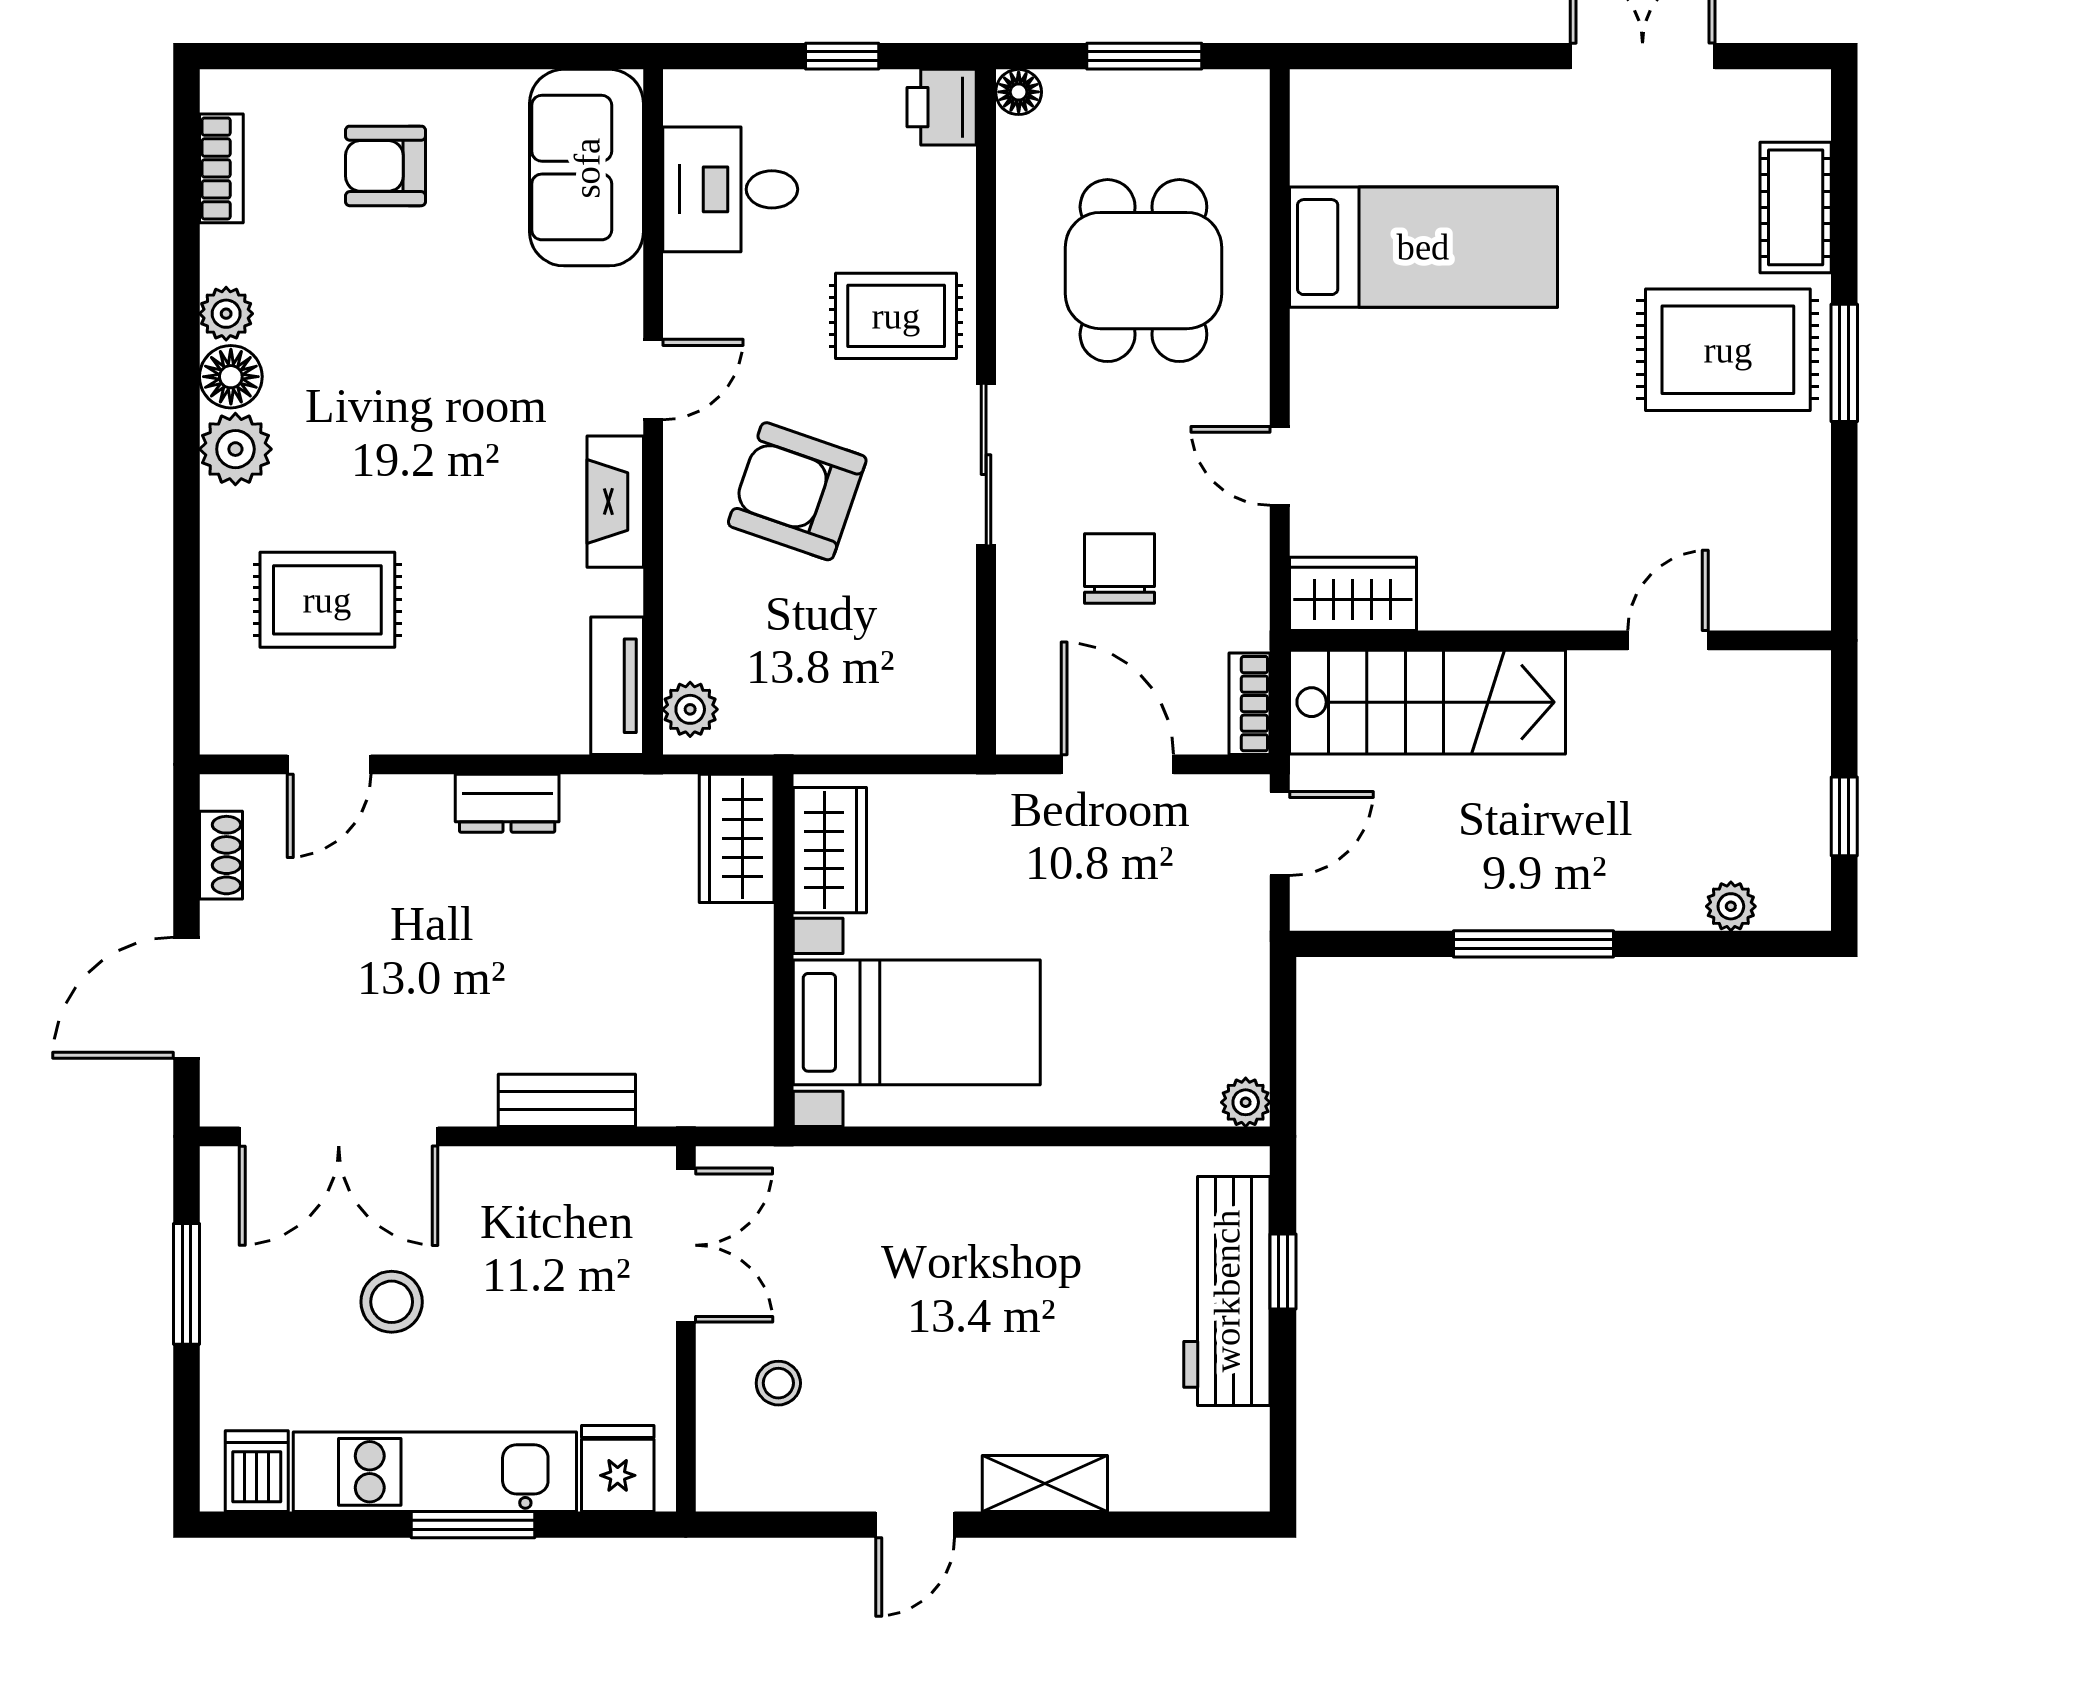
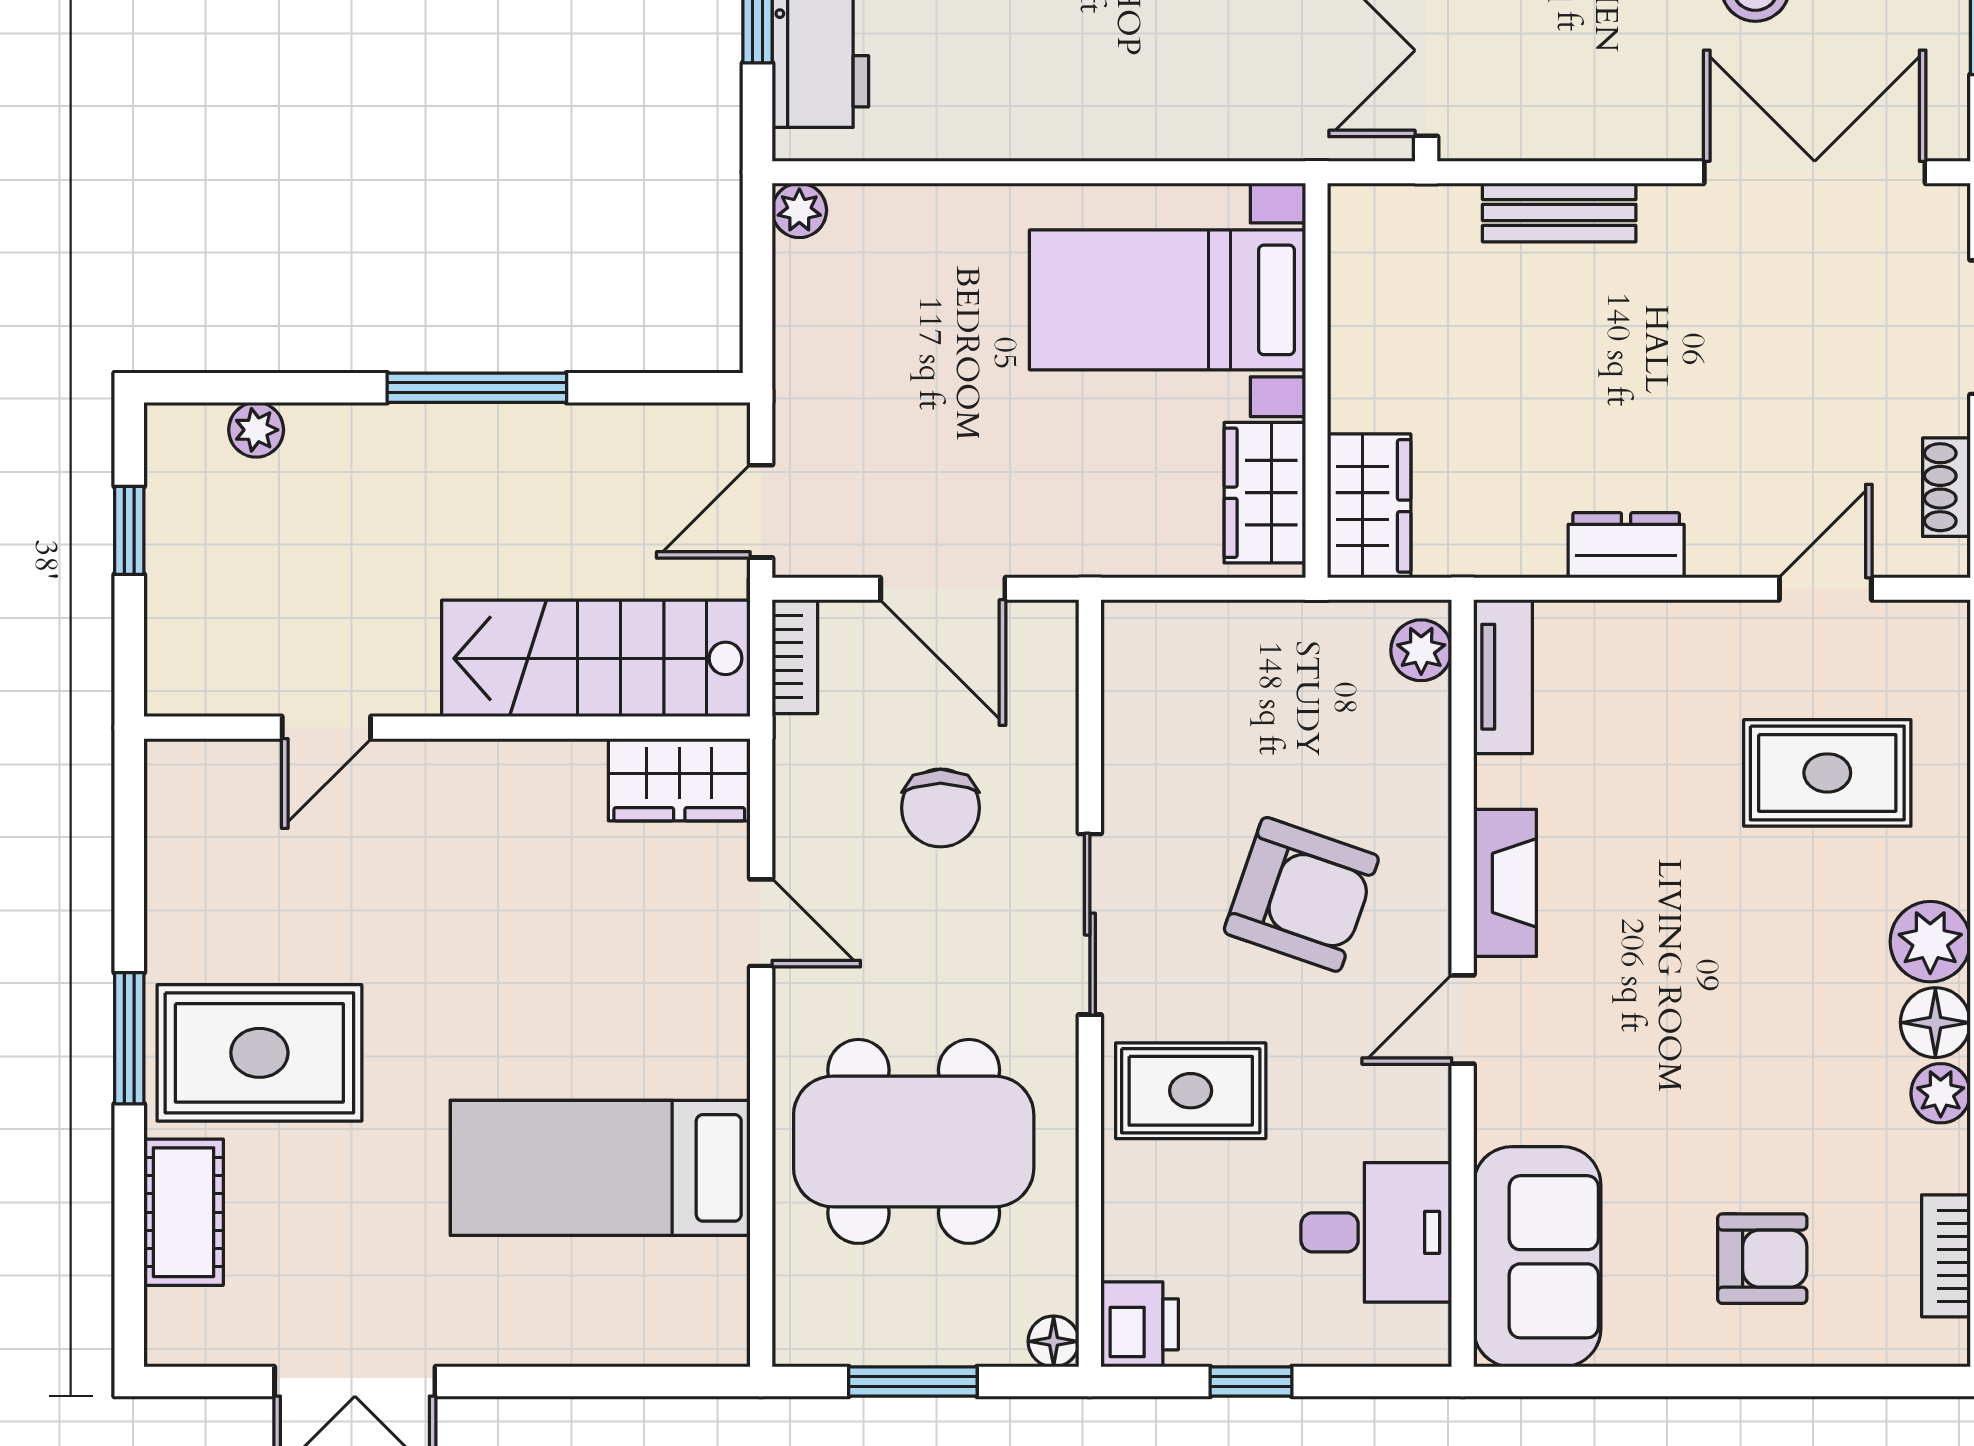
dining table: (1143, 271) -> (914, 1141), width x1.37

